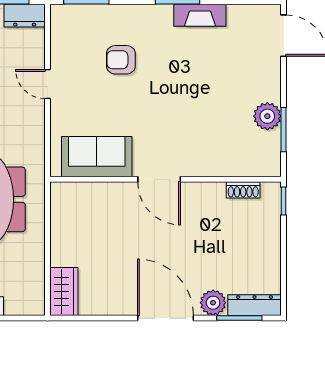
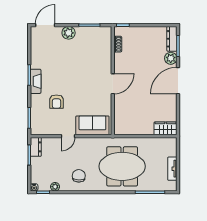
fireplace: (200, 15) -> (36, 81), moved
plant: (267, 116) -> (69, 33), moved
sofa: (97, 157) -> (92, 125), moved, turned 90

